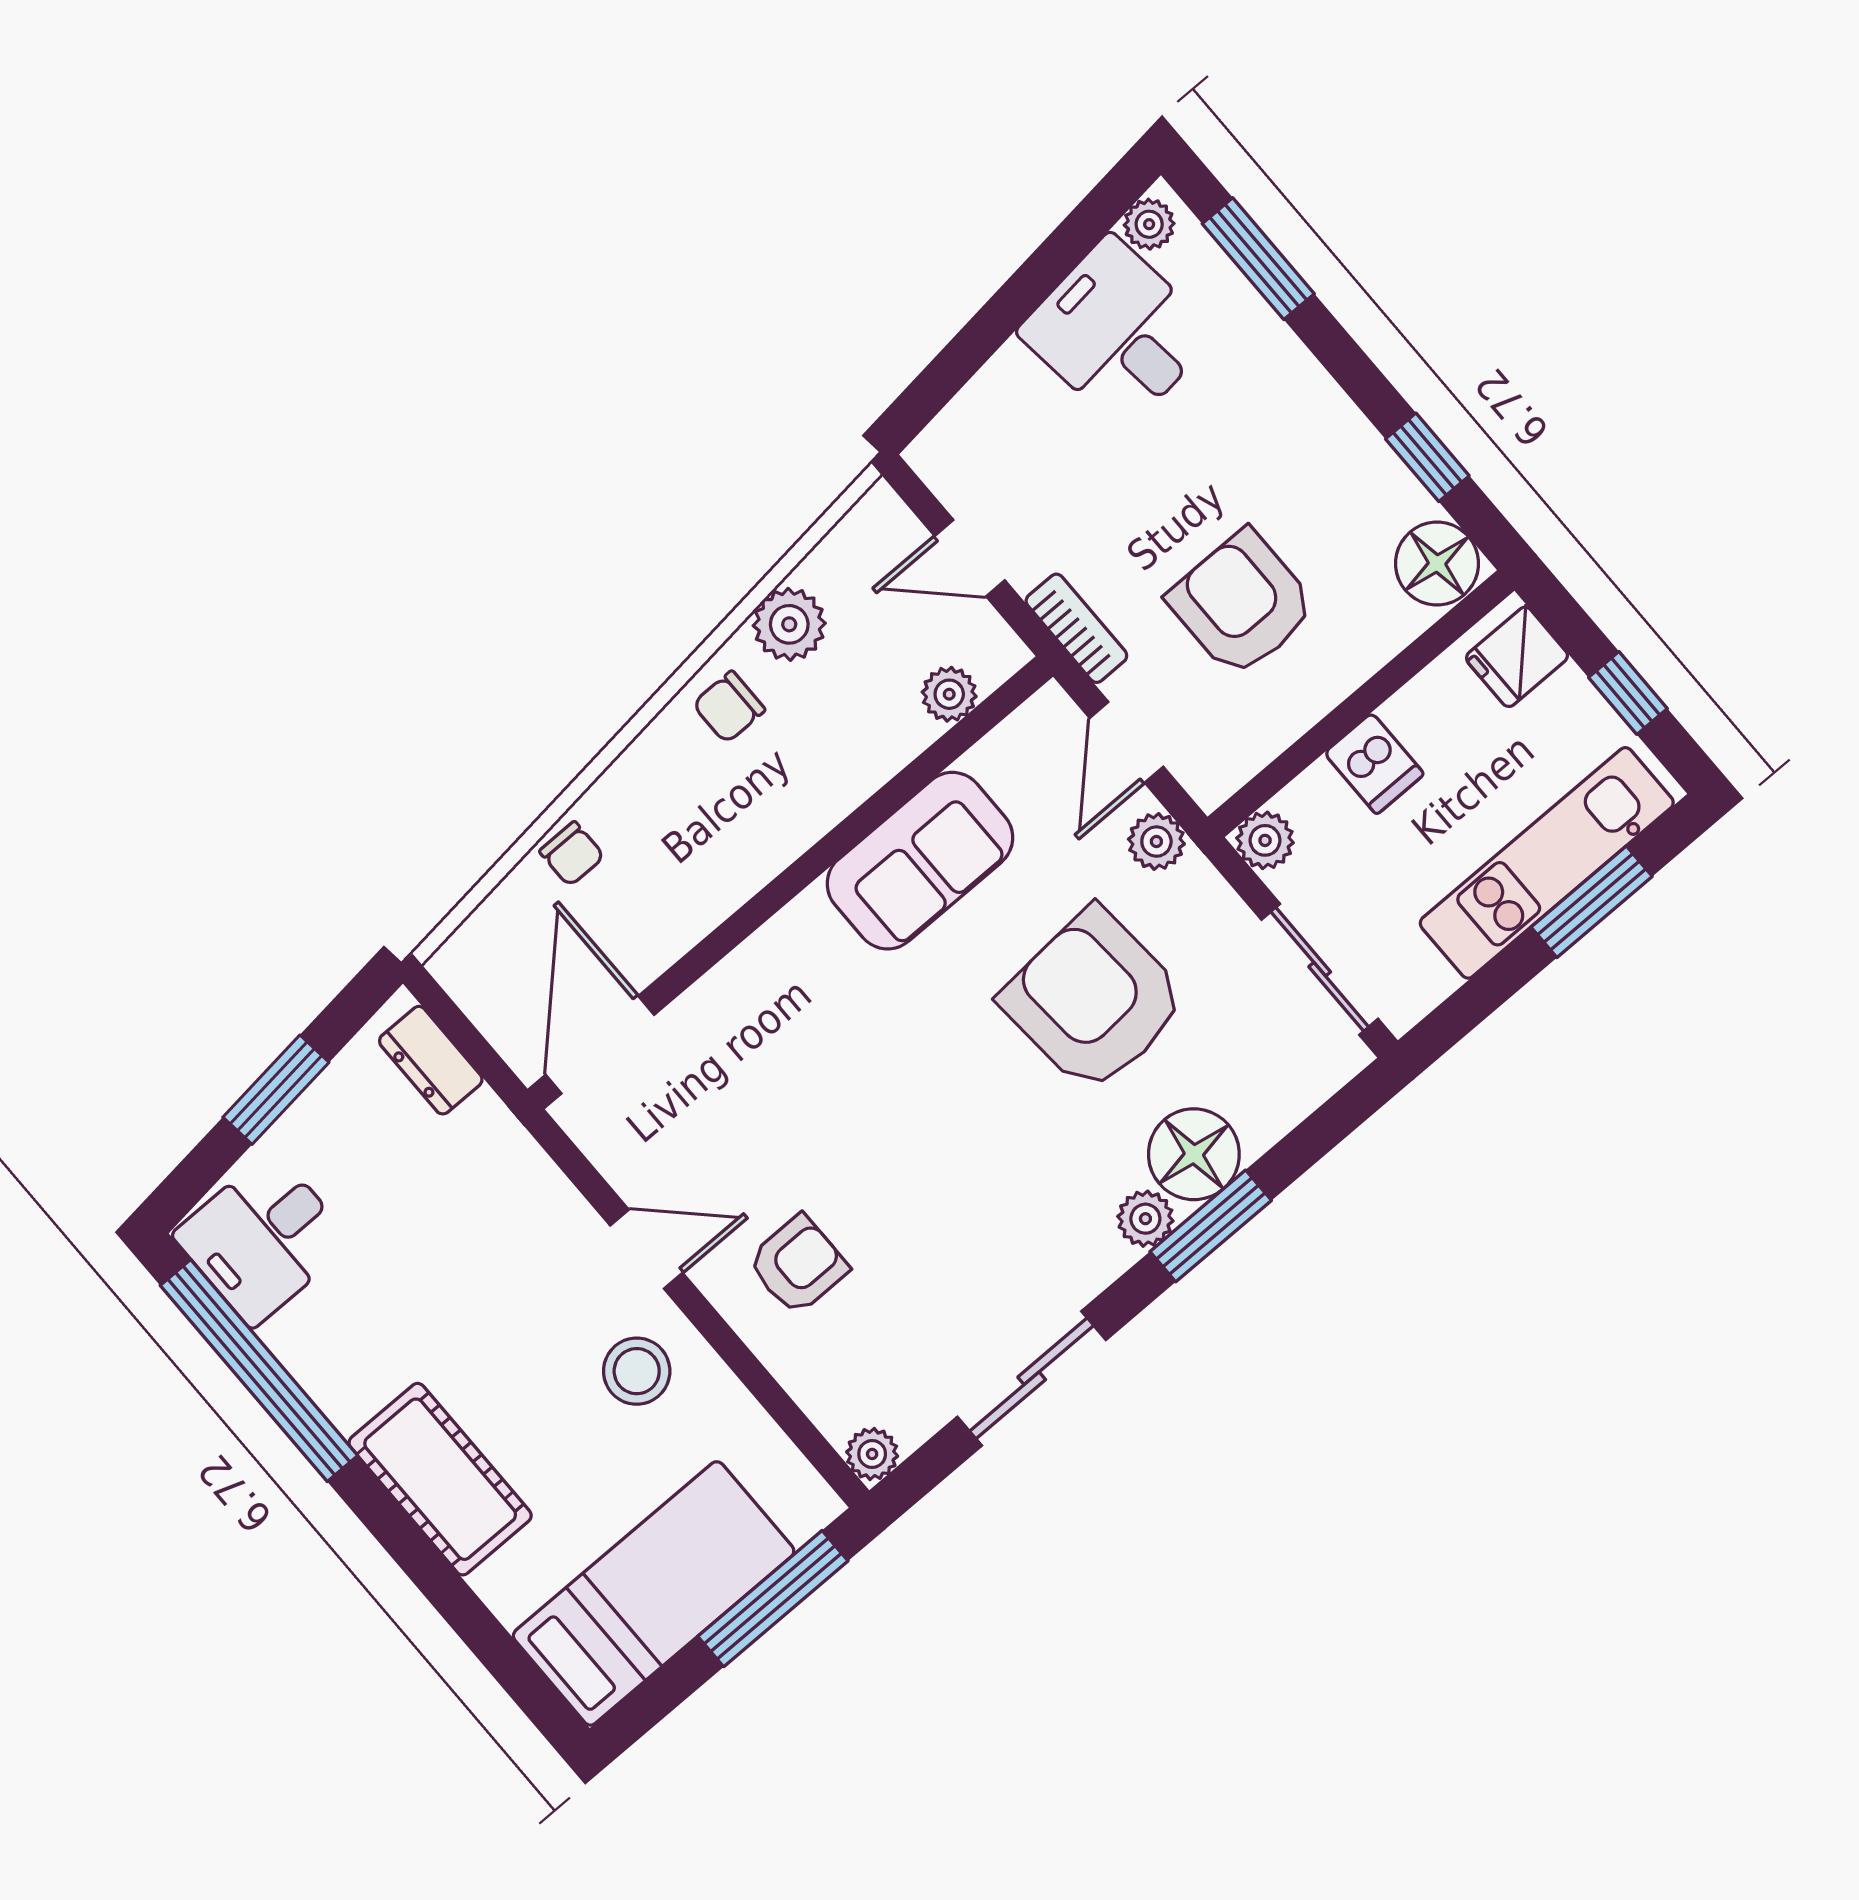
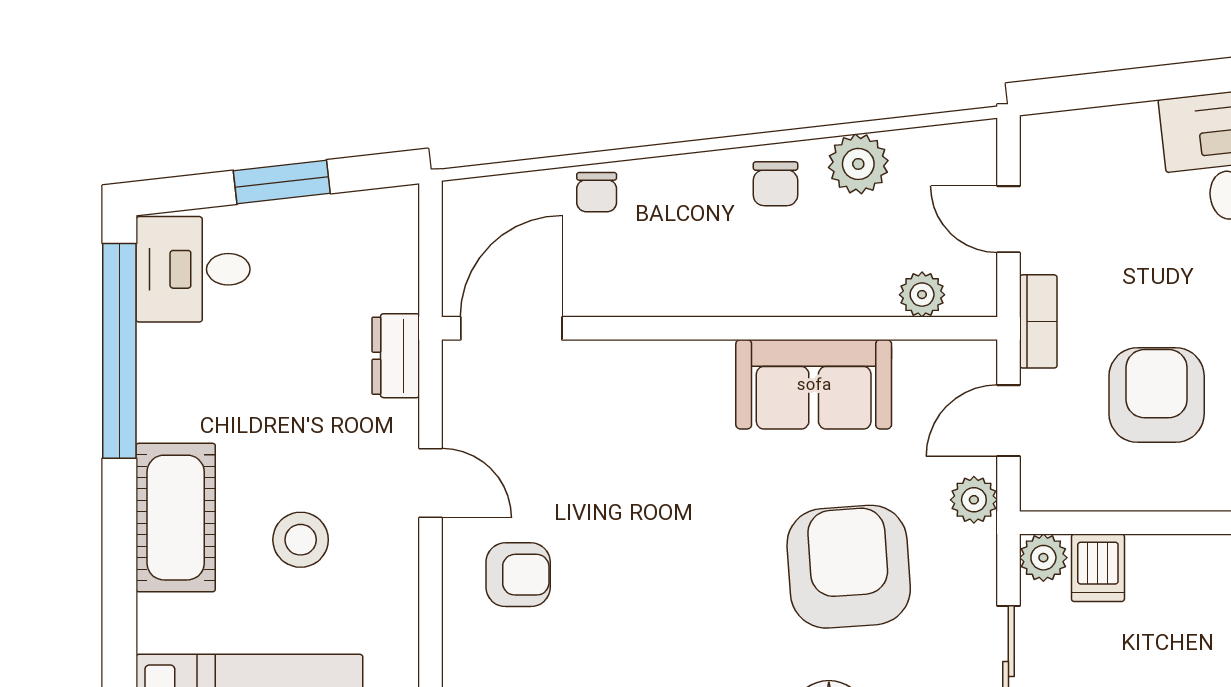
chair: (729, 707) -> (775, 184), turned -90
dishwasher: (1374, 764) -> (1098, 568), moved
dresser: (431, 1060) -> (396, 356), moved
stool: (637, 1371) -> (301, 540), moved

